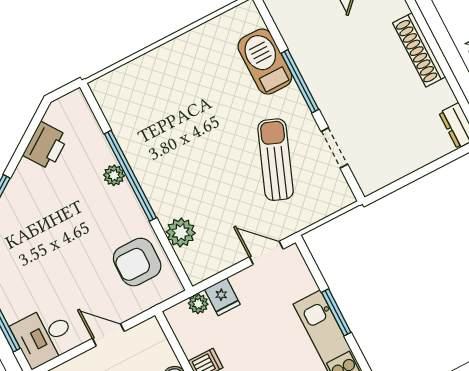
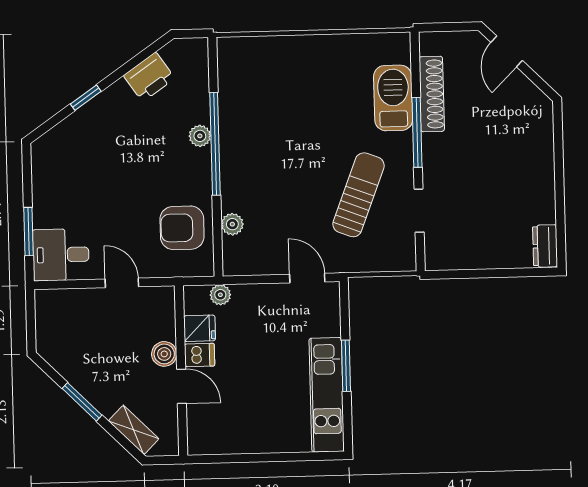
shoe rack: (419, 50) -> (432, 94), moved, turned 180
plant: (181, 232) -> (232, 224), width x0.73, depth x0.73
fridge: (222, 297) -> (200, 328), moved, turned -90

